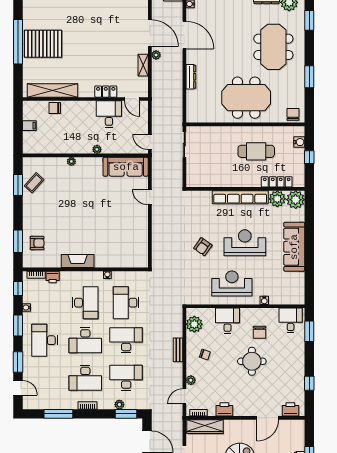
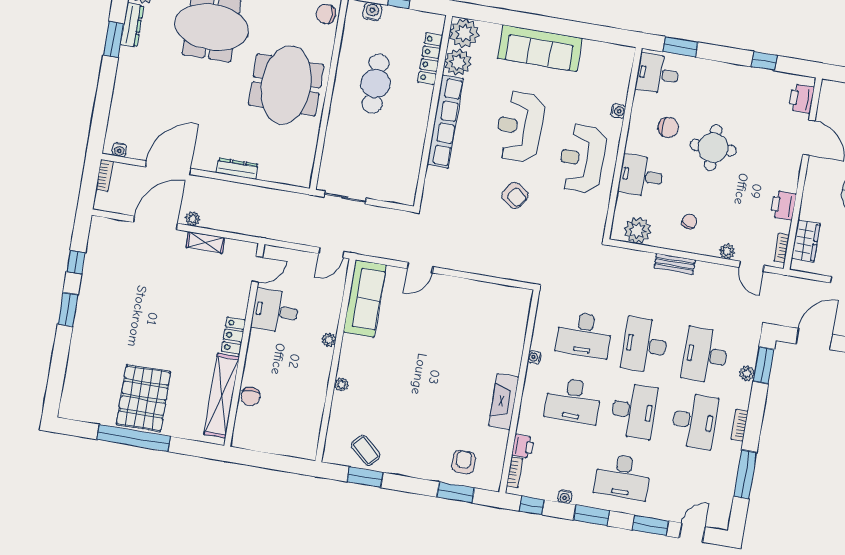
locker: (106, 92) -> (234, 336), moved
filing cabinet: (29, 126) -> (272, 443), removed
desk: (85, 303) -> (573, 401), turned 180
wardrobe: (205, 427) -> (806, 241), width x0.67

